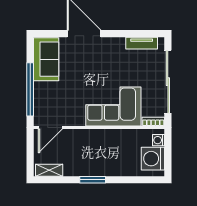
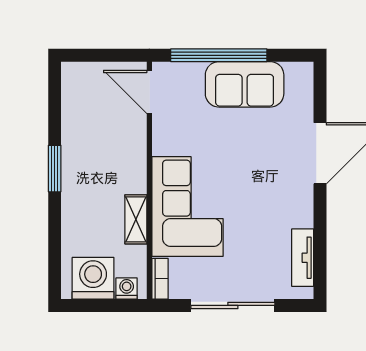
sofa: (46, 59) -> (245, 84), moved
sliding door: (168, 82) -> (233, 305), width x0.73
shelving: (49, 170) -> (136, 219), moved

